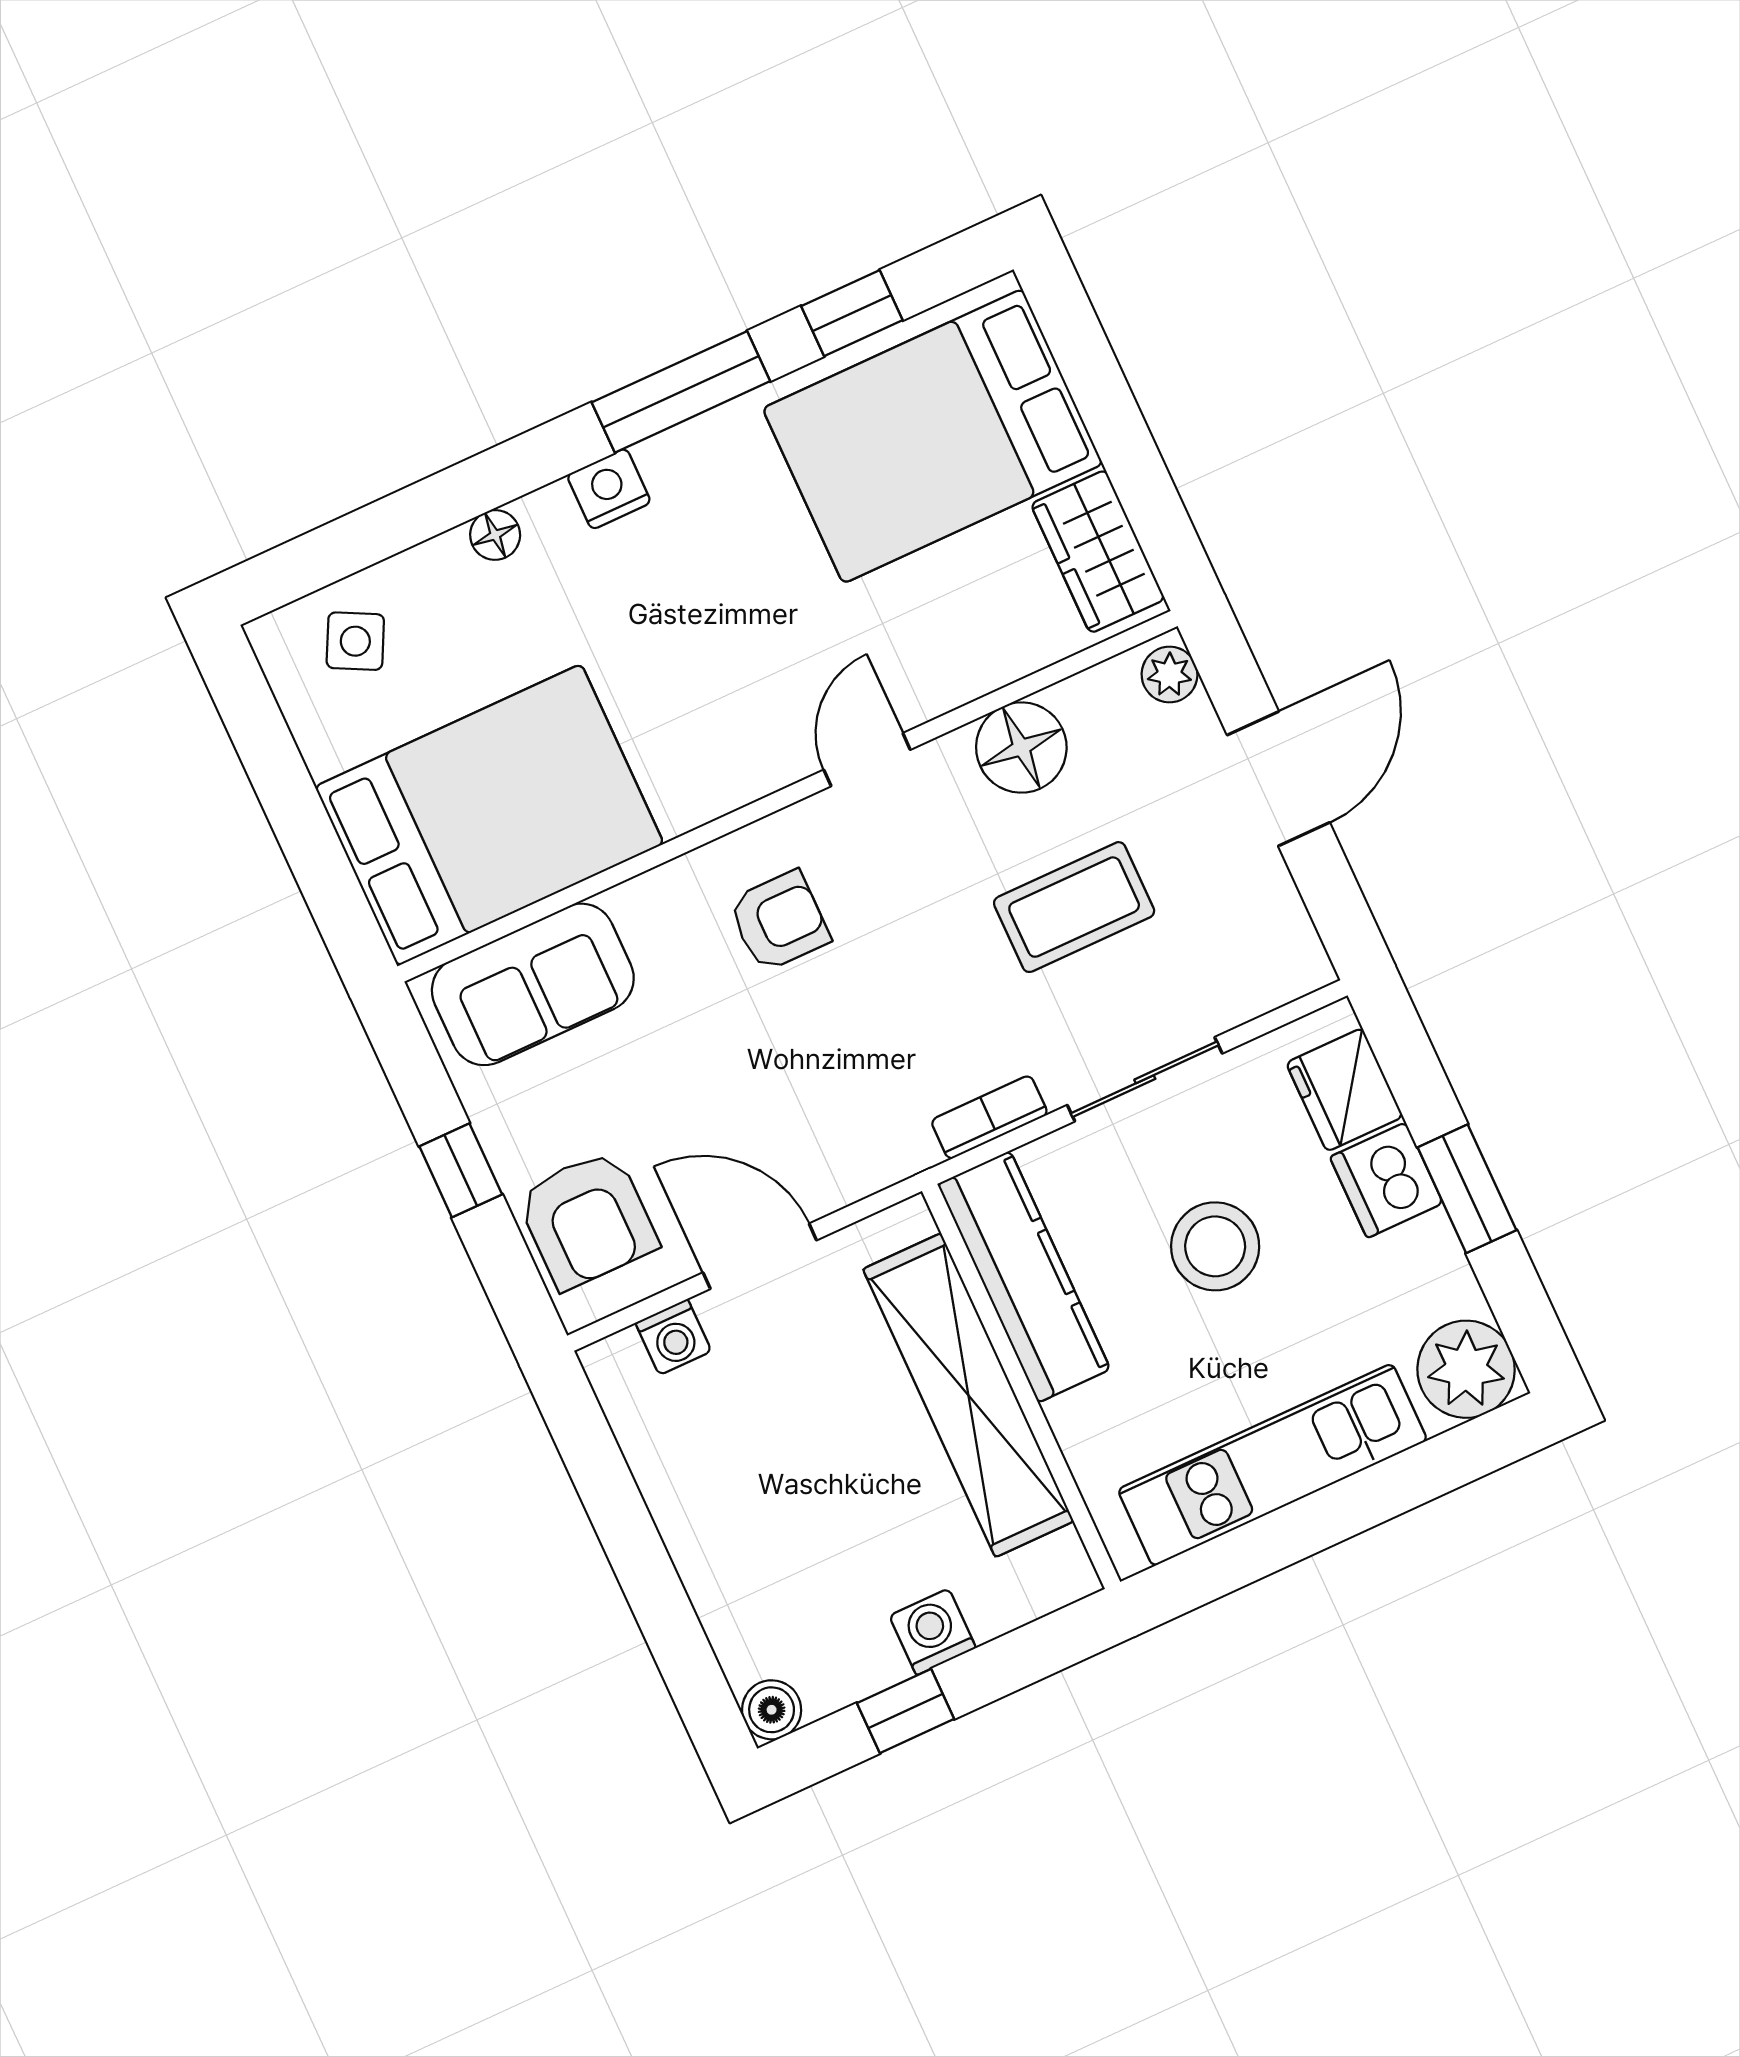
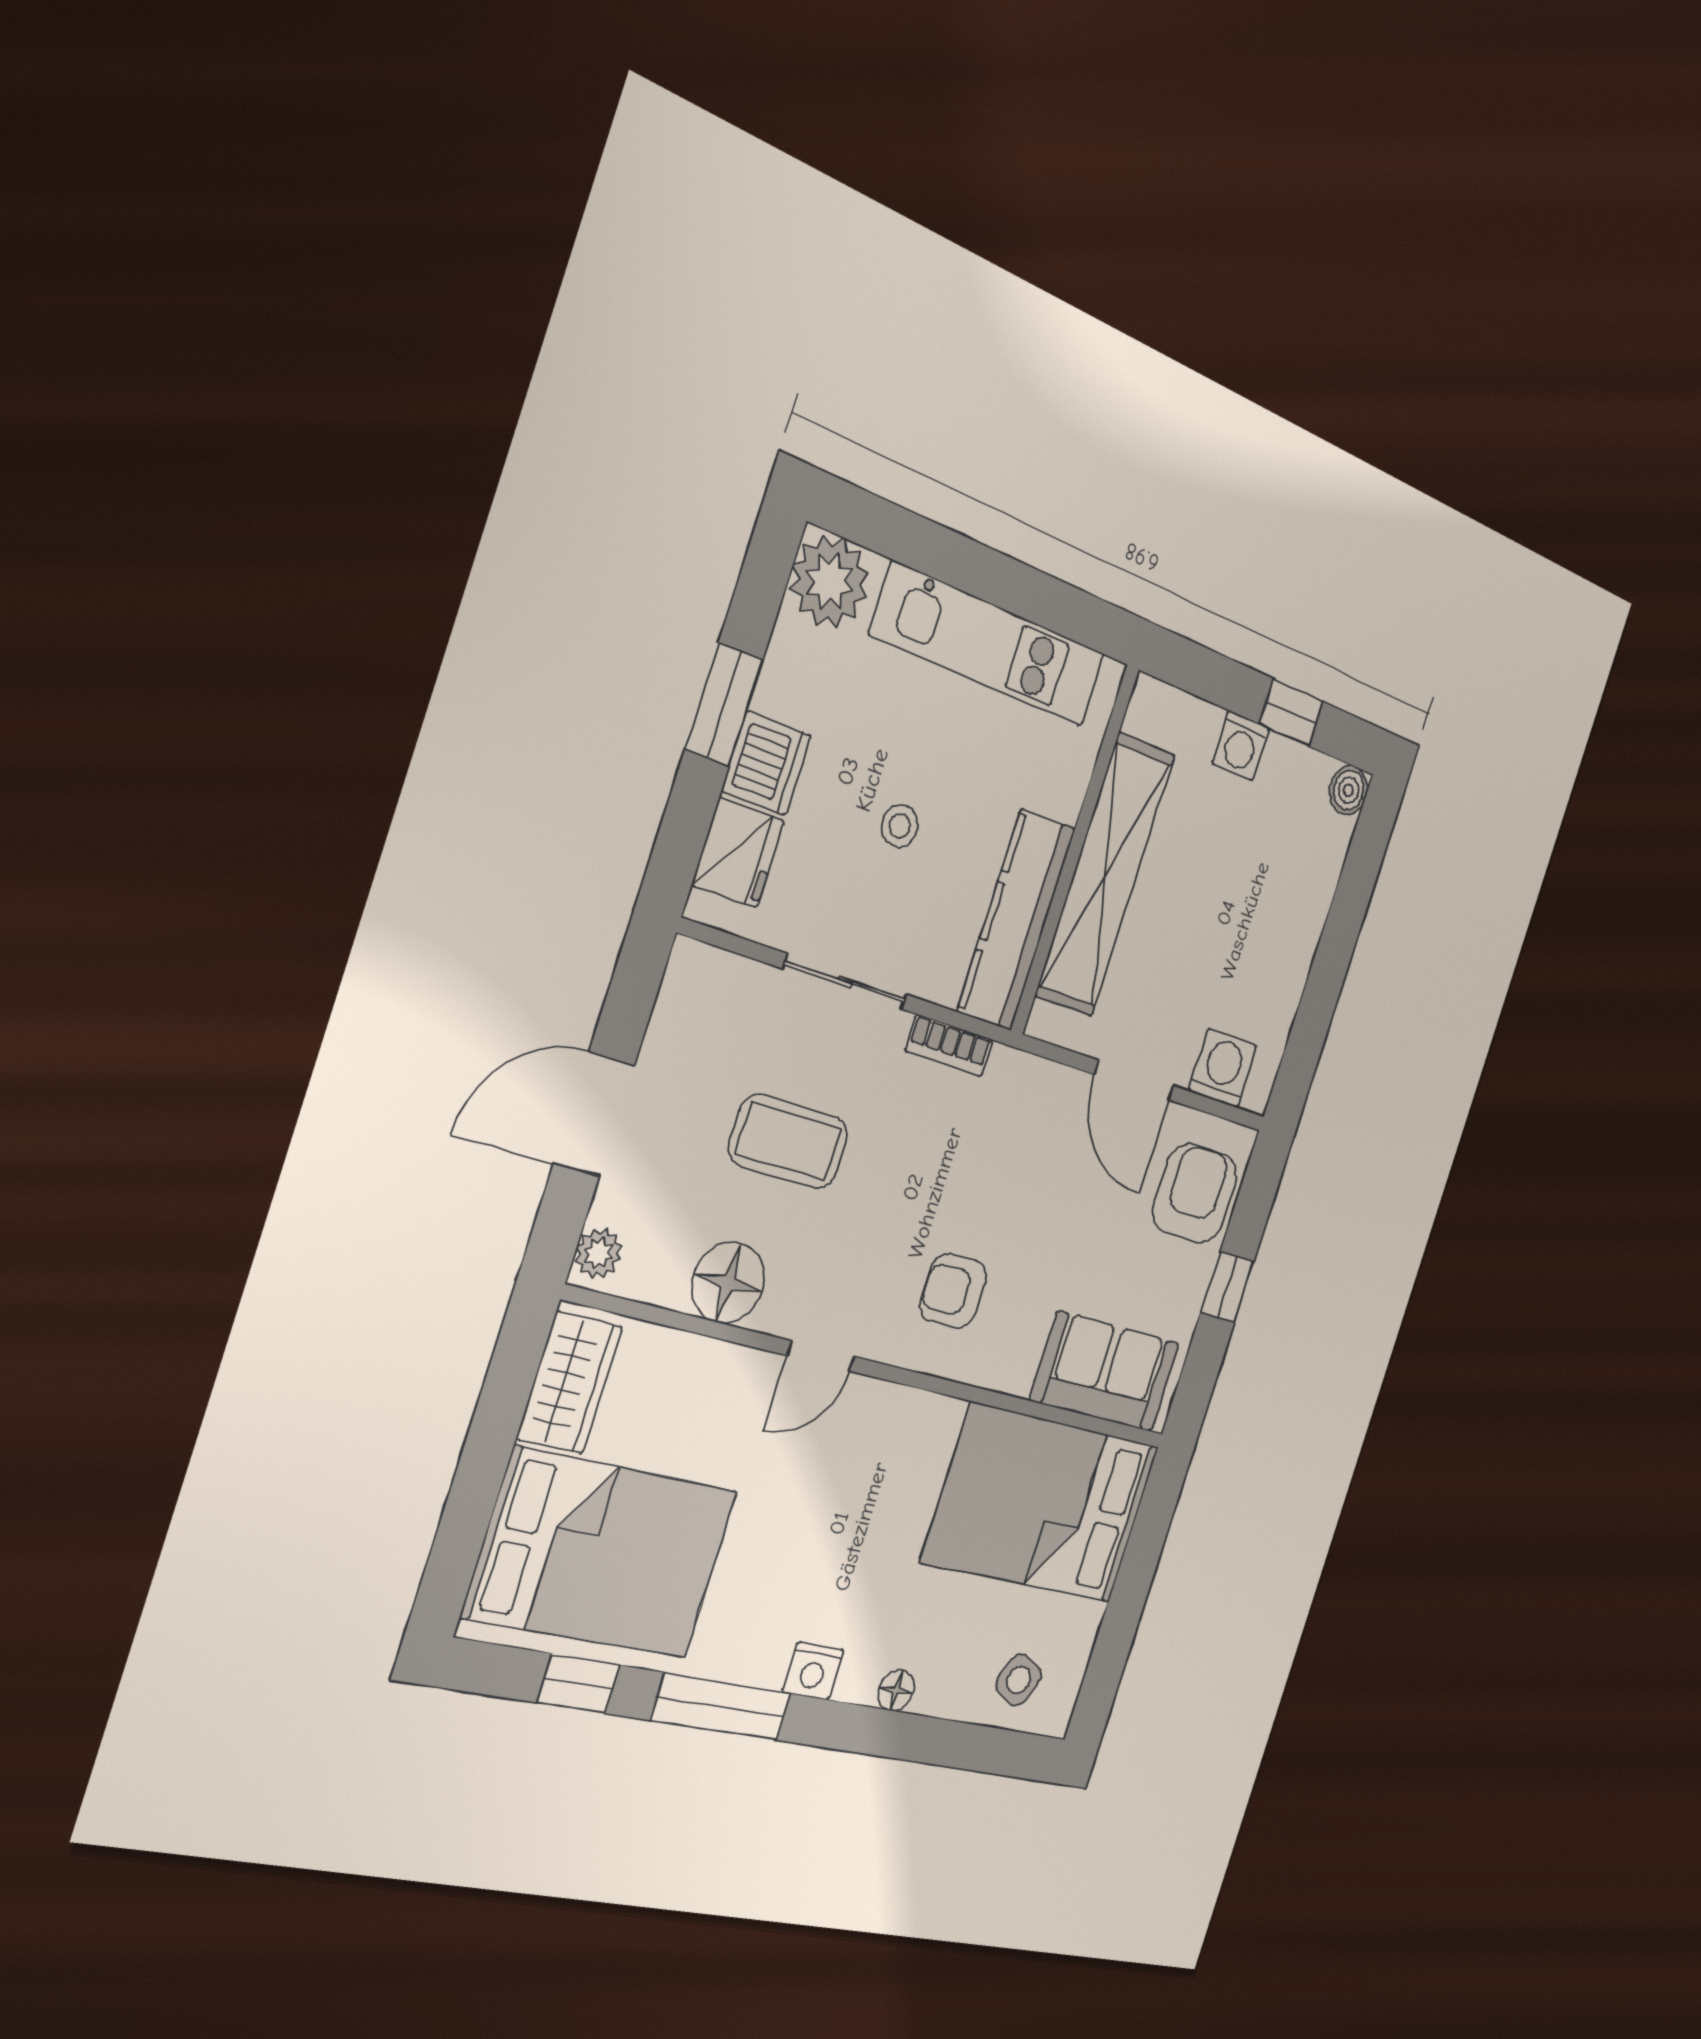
stool: (1215, 1246) -> (900, 826), width x0.53, depth x0.53
washing machine: (673, 1337) -> (1223, 1068), width x1.38, depth x1.38

